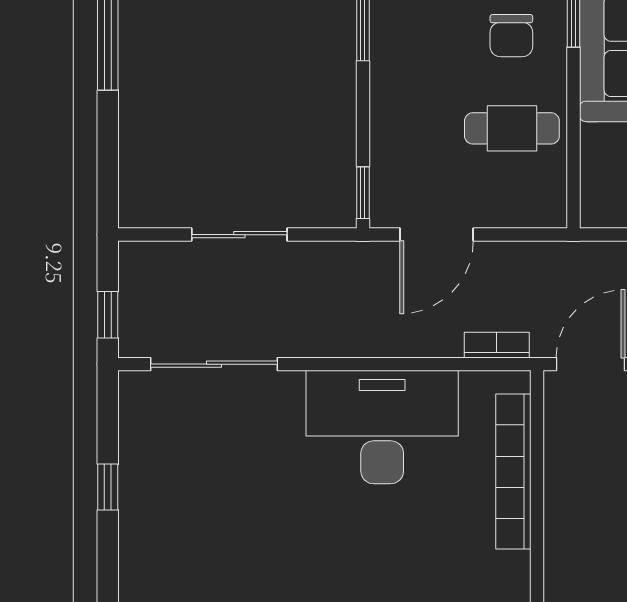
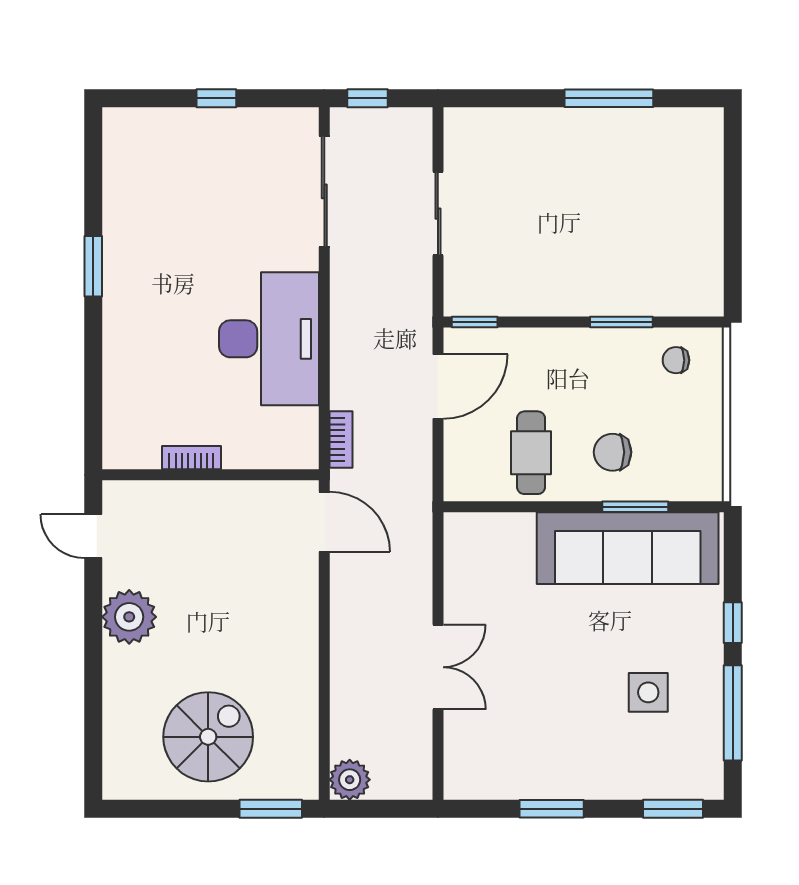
door: (437, 235) -> (438, 387), swing flipped
bookcase: (513, 472) -> (191, 458), width x0.43, depth x0.76

